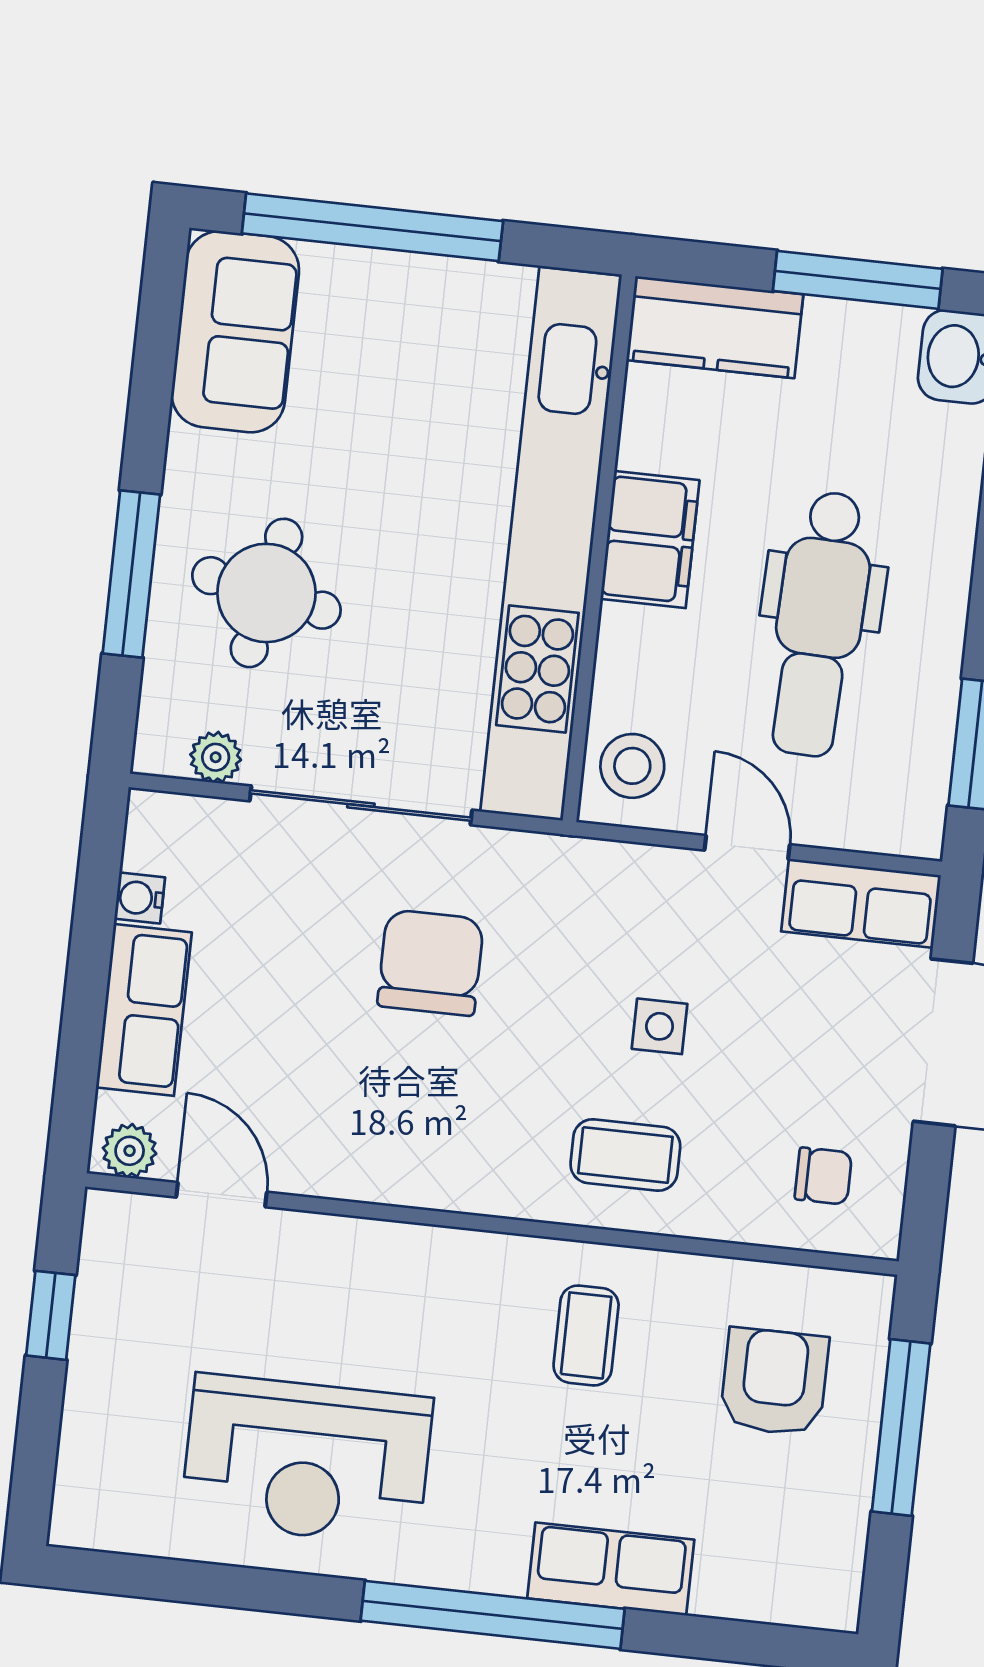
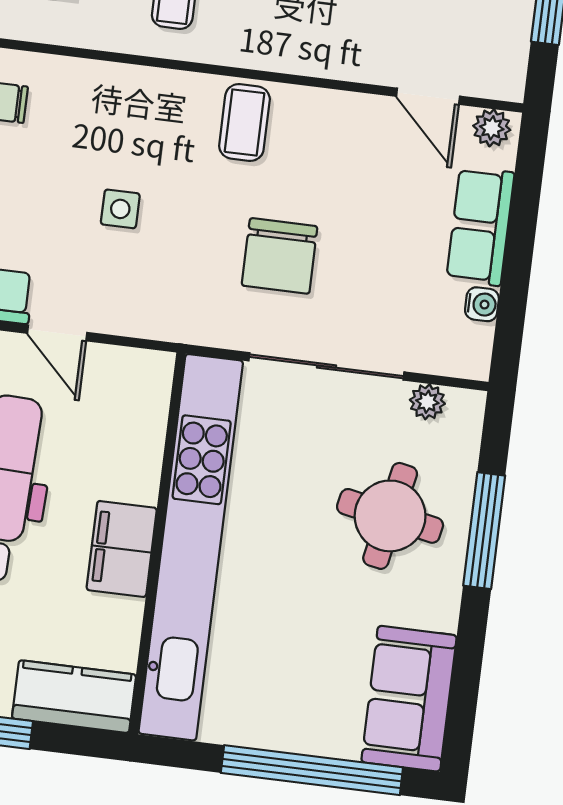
stool: (632, 766) -> (136, 391), removed
coffee table: (625, 1155) -> (244, 123), moved, turned 90

